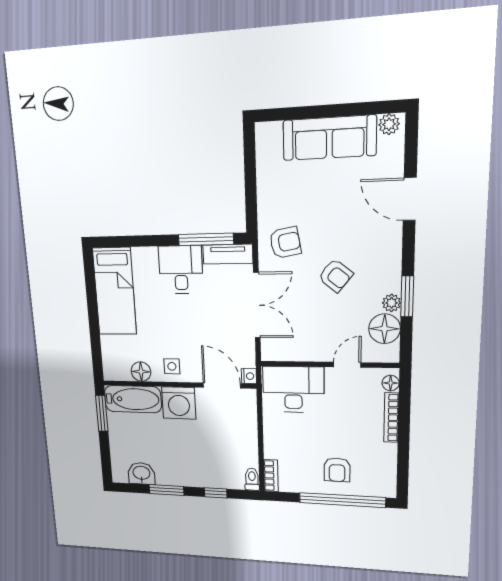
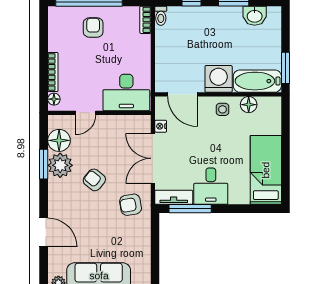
plant: (392, 303) -> (60, 165), width x1.87, depth x1.87
nightstand: (249, 376) -> (161, 126), moved

